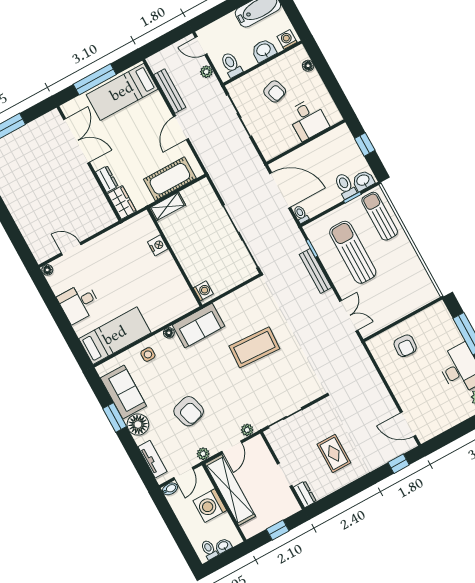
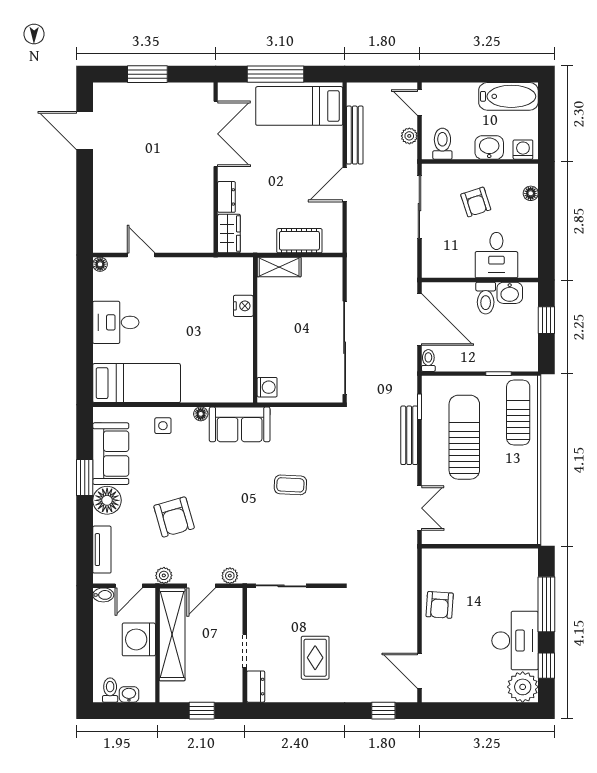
cot: (170, 179) -> (299, 241), width x0.73, depth x0.75
washbasin: (363, 181) -> (510, 293), moved, turned 180
toilet: (345, 186) -> (486, 298), moved, turned 180
armchair: (405, 346) -> (440, 605), moved
coffee table: (254, 347) -> (290, 485), width x0.54, depth x0.58

